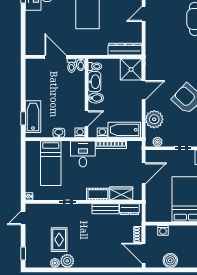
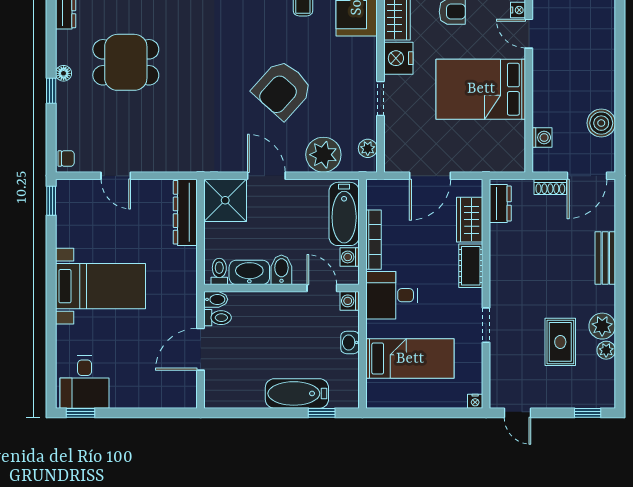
bathtub: (33, 117) -> (297, 393), moved
door: (144, 173) -> (430, 176), swing flipped
bench: (105, 209) -> (605, 258), moved
rug: (59, 240) -> (560, 342), turned 90

